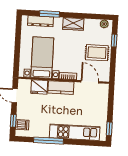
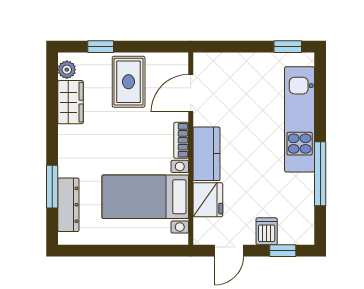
wardrobe: (73, 24) -> (70, 102), moved
dishwasher: (22, 125) -> (267, 231), moved

